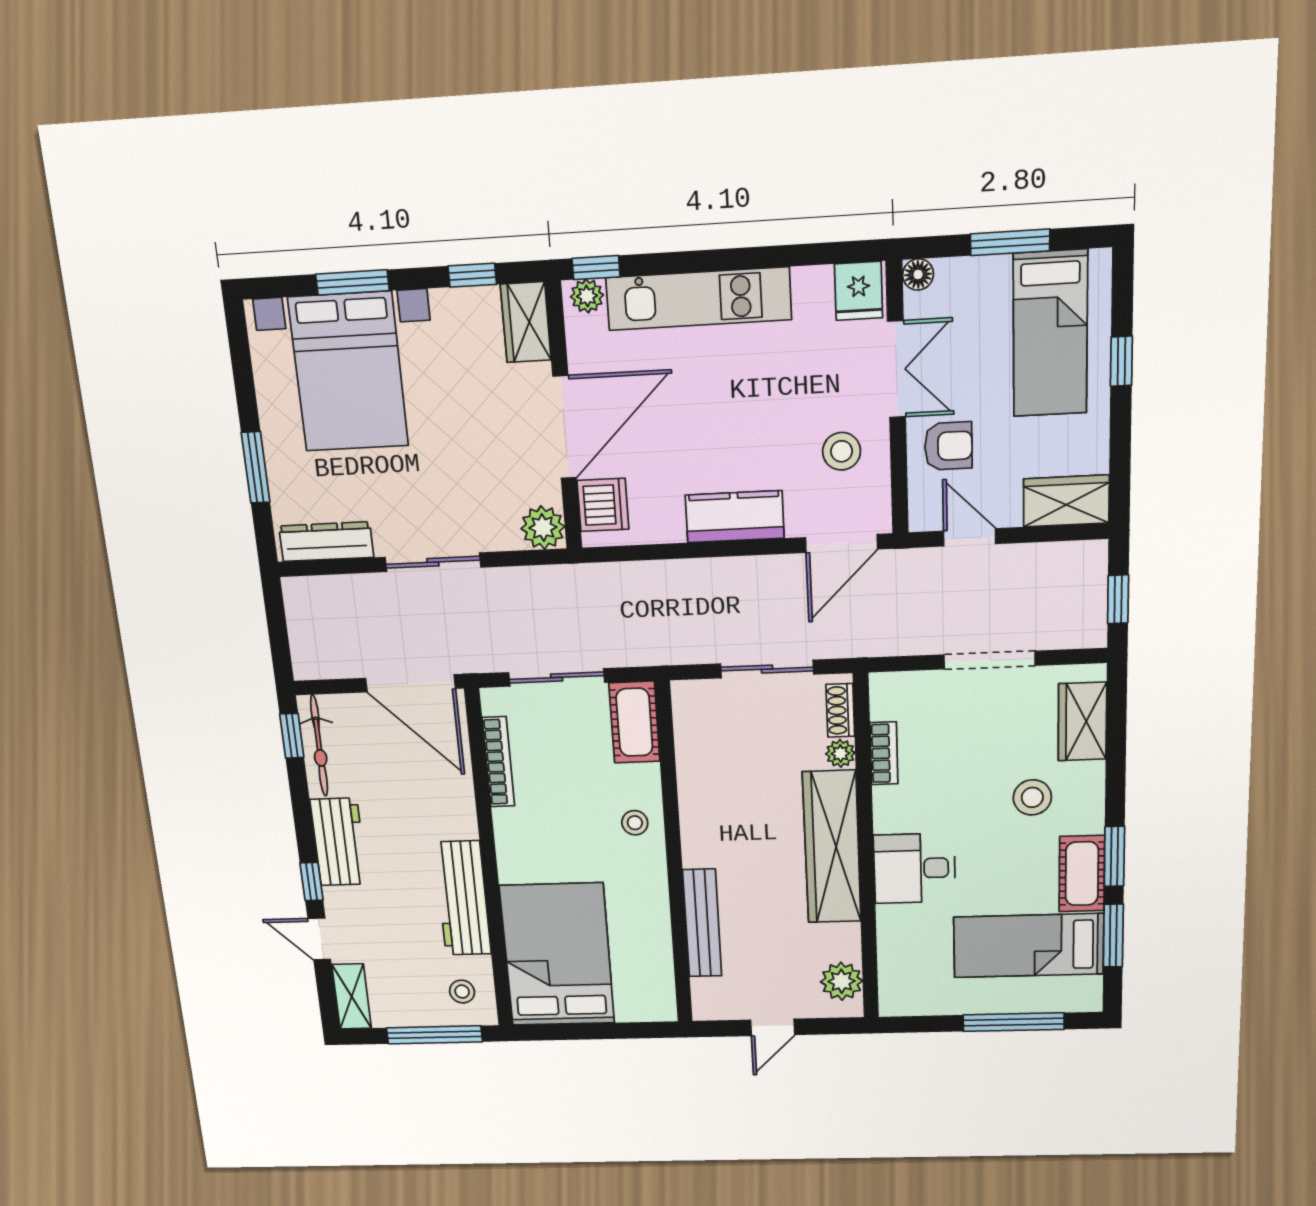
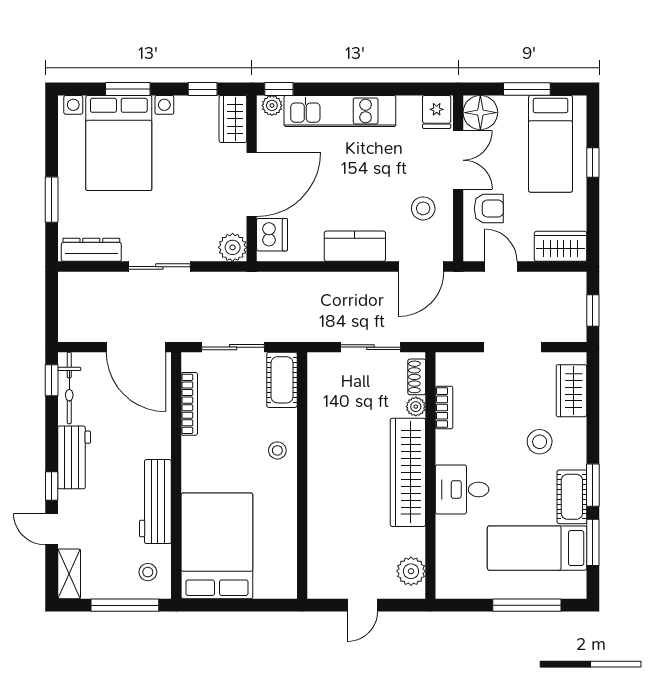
floor lamp: (918, 274) -> (480, 113), width x1.89, depth x1.89
bench: (702, 923) -> (318, 525), removed

